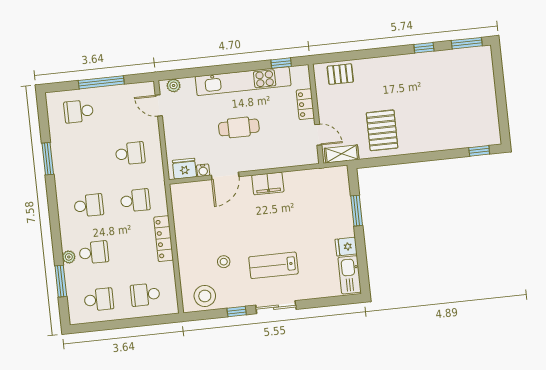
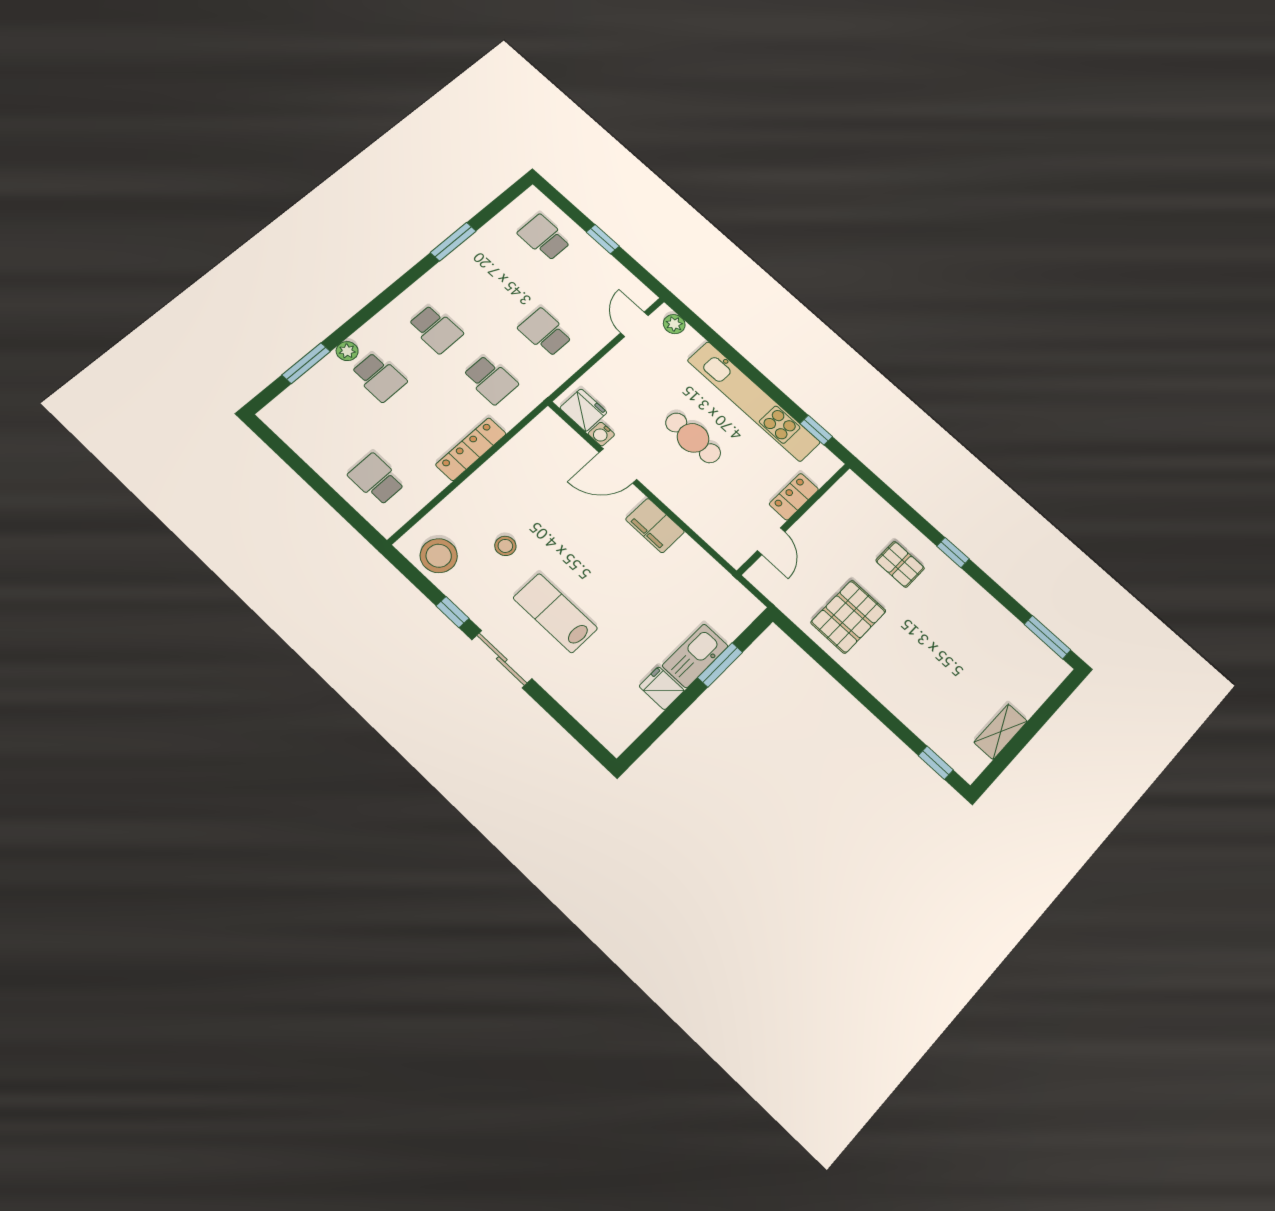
window: (424, 48) -> (953, 553), moved
pallet: (340, 74) -> (900, 564), moved
window: (101, 82) -> (603, 239), width x0.46
school desk: (130, 153) -> (545, 332), turned 180
shelving: (342, 154) -> (1001, 732), moved, turned 90
kitchen sink: (350, 275) -> (695, 656), moved
school desk: (99, 300) -> (321, 426), removed

